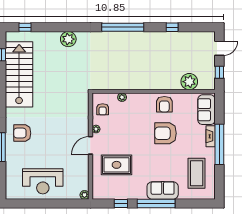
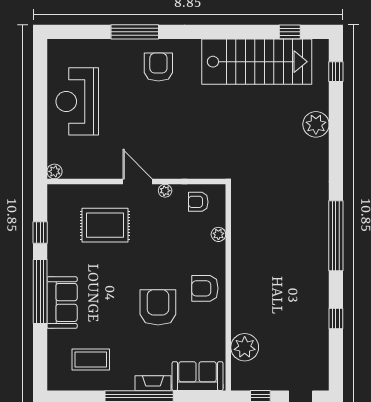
plant: (68, 39) -> (316, 124), moved
armchair: (164, 104) -> (205, 288), moved
rug: (117, 165) -> (105, 225), turned 90
coffee table: (197, 173) -> (91, 359), width x0.73, depth x0.76

